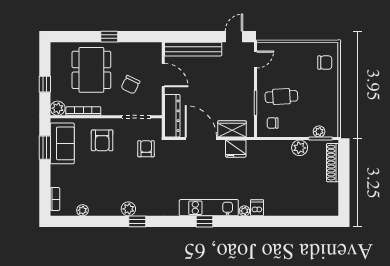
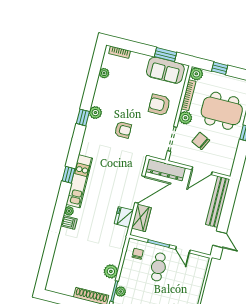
door: (256, 59) -> (183, 250), moved
plant: (109, 108) -> (185, 118), added
armchair: (146, 149) -> (123, 130), moved

